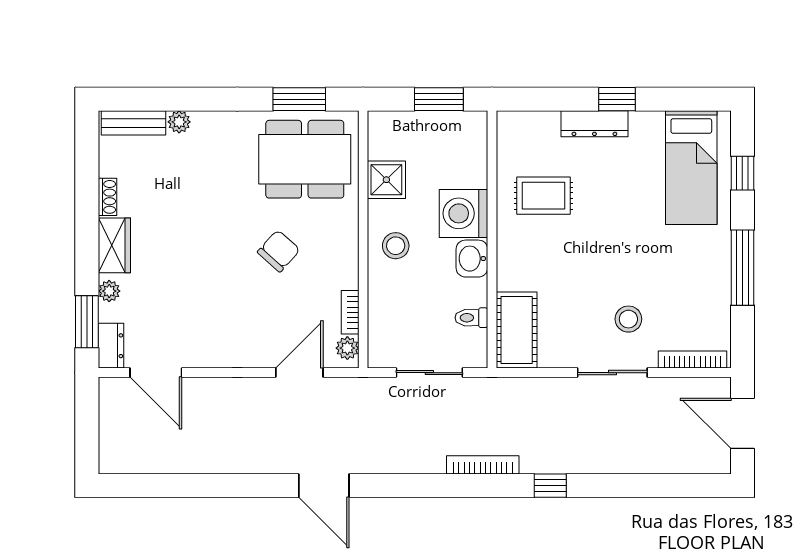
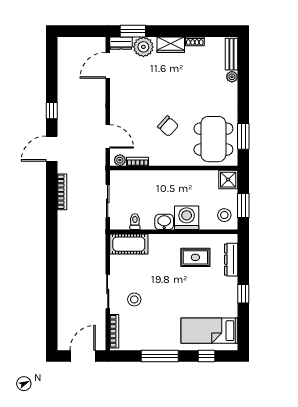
dresser: (594, 124) -> (231, 260), moved
shower: (386, 180) -> (228, 180), moved
rug: (544, 196) -> (195, 257), turned 90
stool: (396, 246) -> (224, 215), moved
plant: (109, 291) -> (143, 47), width x1.88, depth x1.88
bookcase: (483, 465) -> (62, 192), moved
window: (550, 486) -> (52, 111), moved

